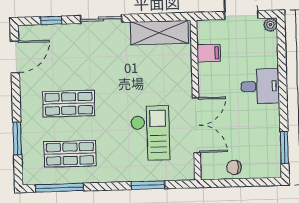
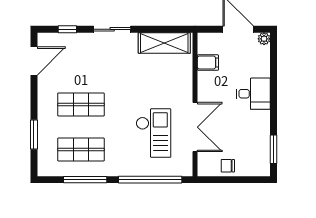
window: (148, 185) -> (150, 180), width x2.11
window: (59, 188) -> (85, 180), moved

